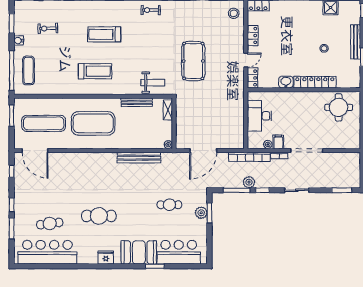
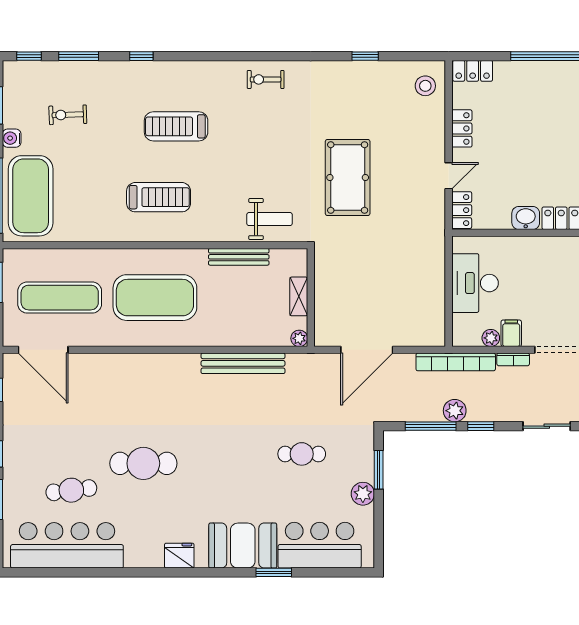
exercise mat: (29, 71) -> (31, 196), width x2.00, depth x1.45
shelving: (168, 110) -> (299, 296), moved
plant: (201, 213) -> (363, 494), moved
cafe table: (99, 216) -> (143, 463), moved

